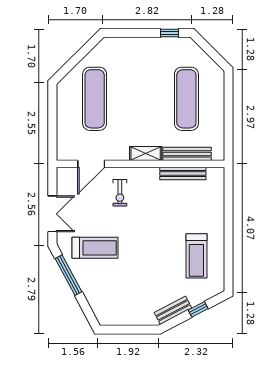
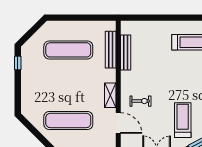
shelving: (146, 153) -> (110, 95), moved

